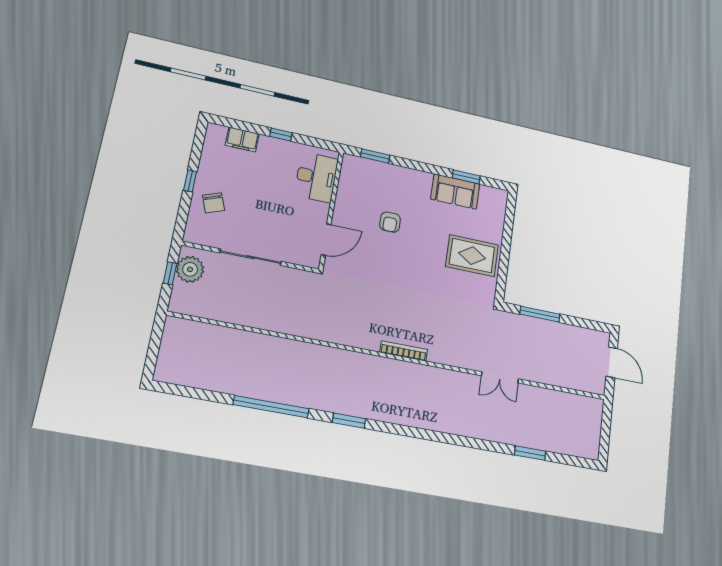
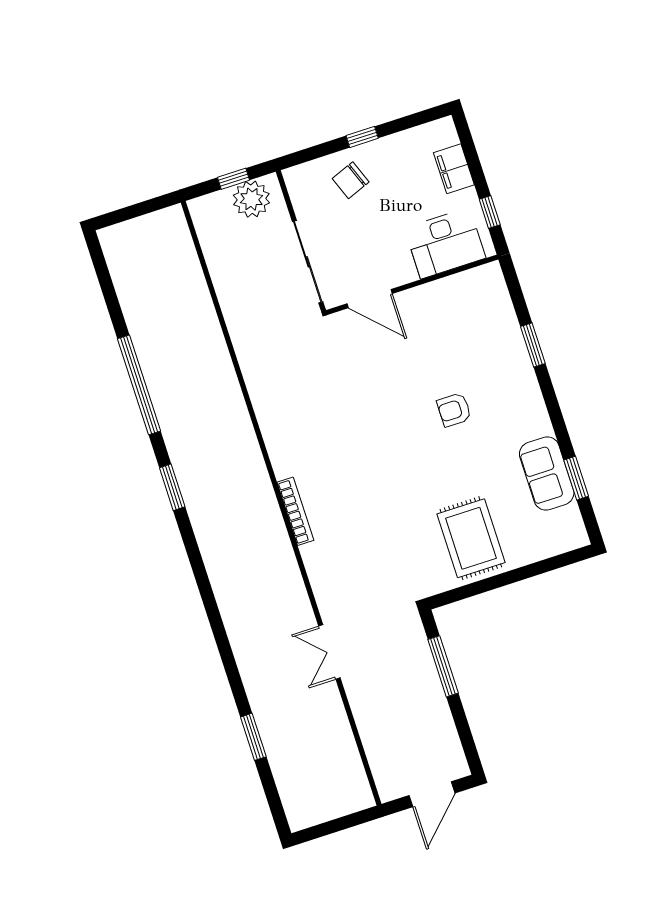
desk: (316, 177) -> (445, 243), moved
wall: (331, 210) -> (412, 285), moved
door: (326, 240) -> (370, 299), moved

